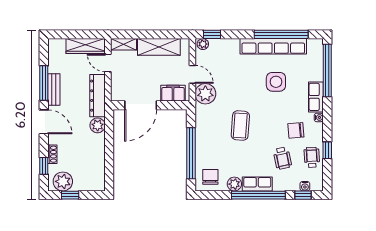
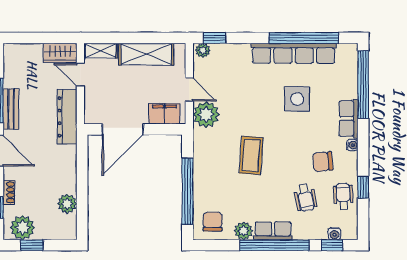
wardrobe: (86, 46) -> (60, 53), width x0.67
plant: (98, 125) -> (67, 204), moved

